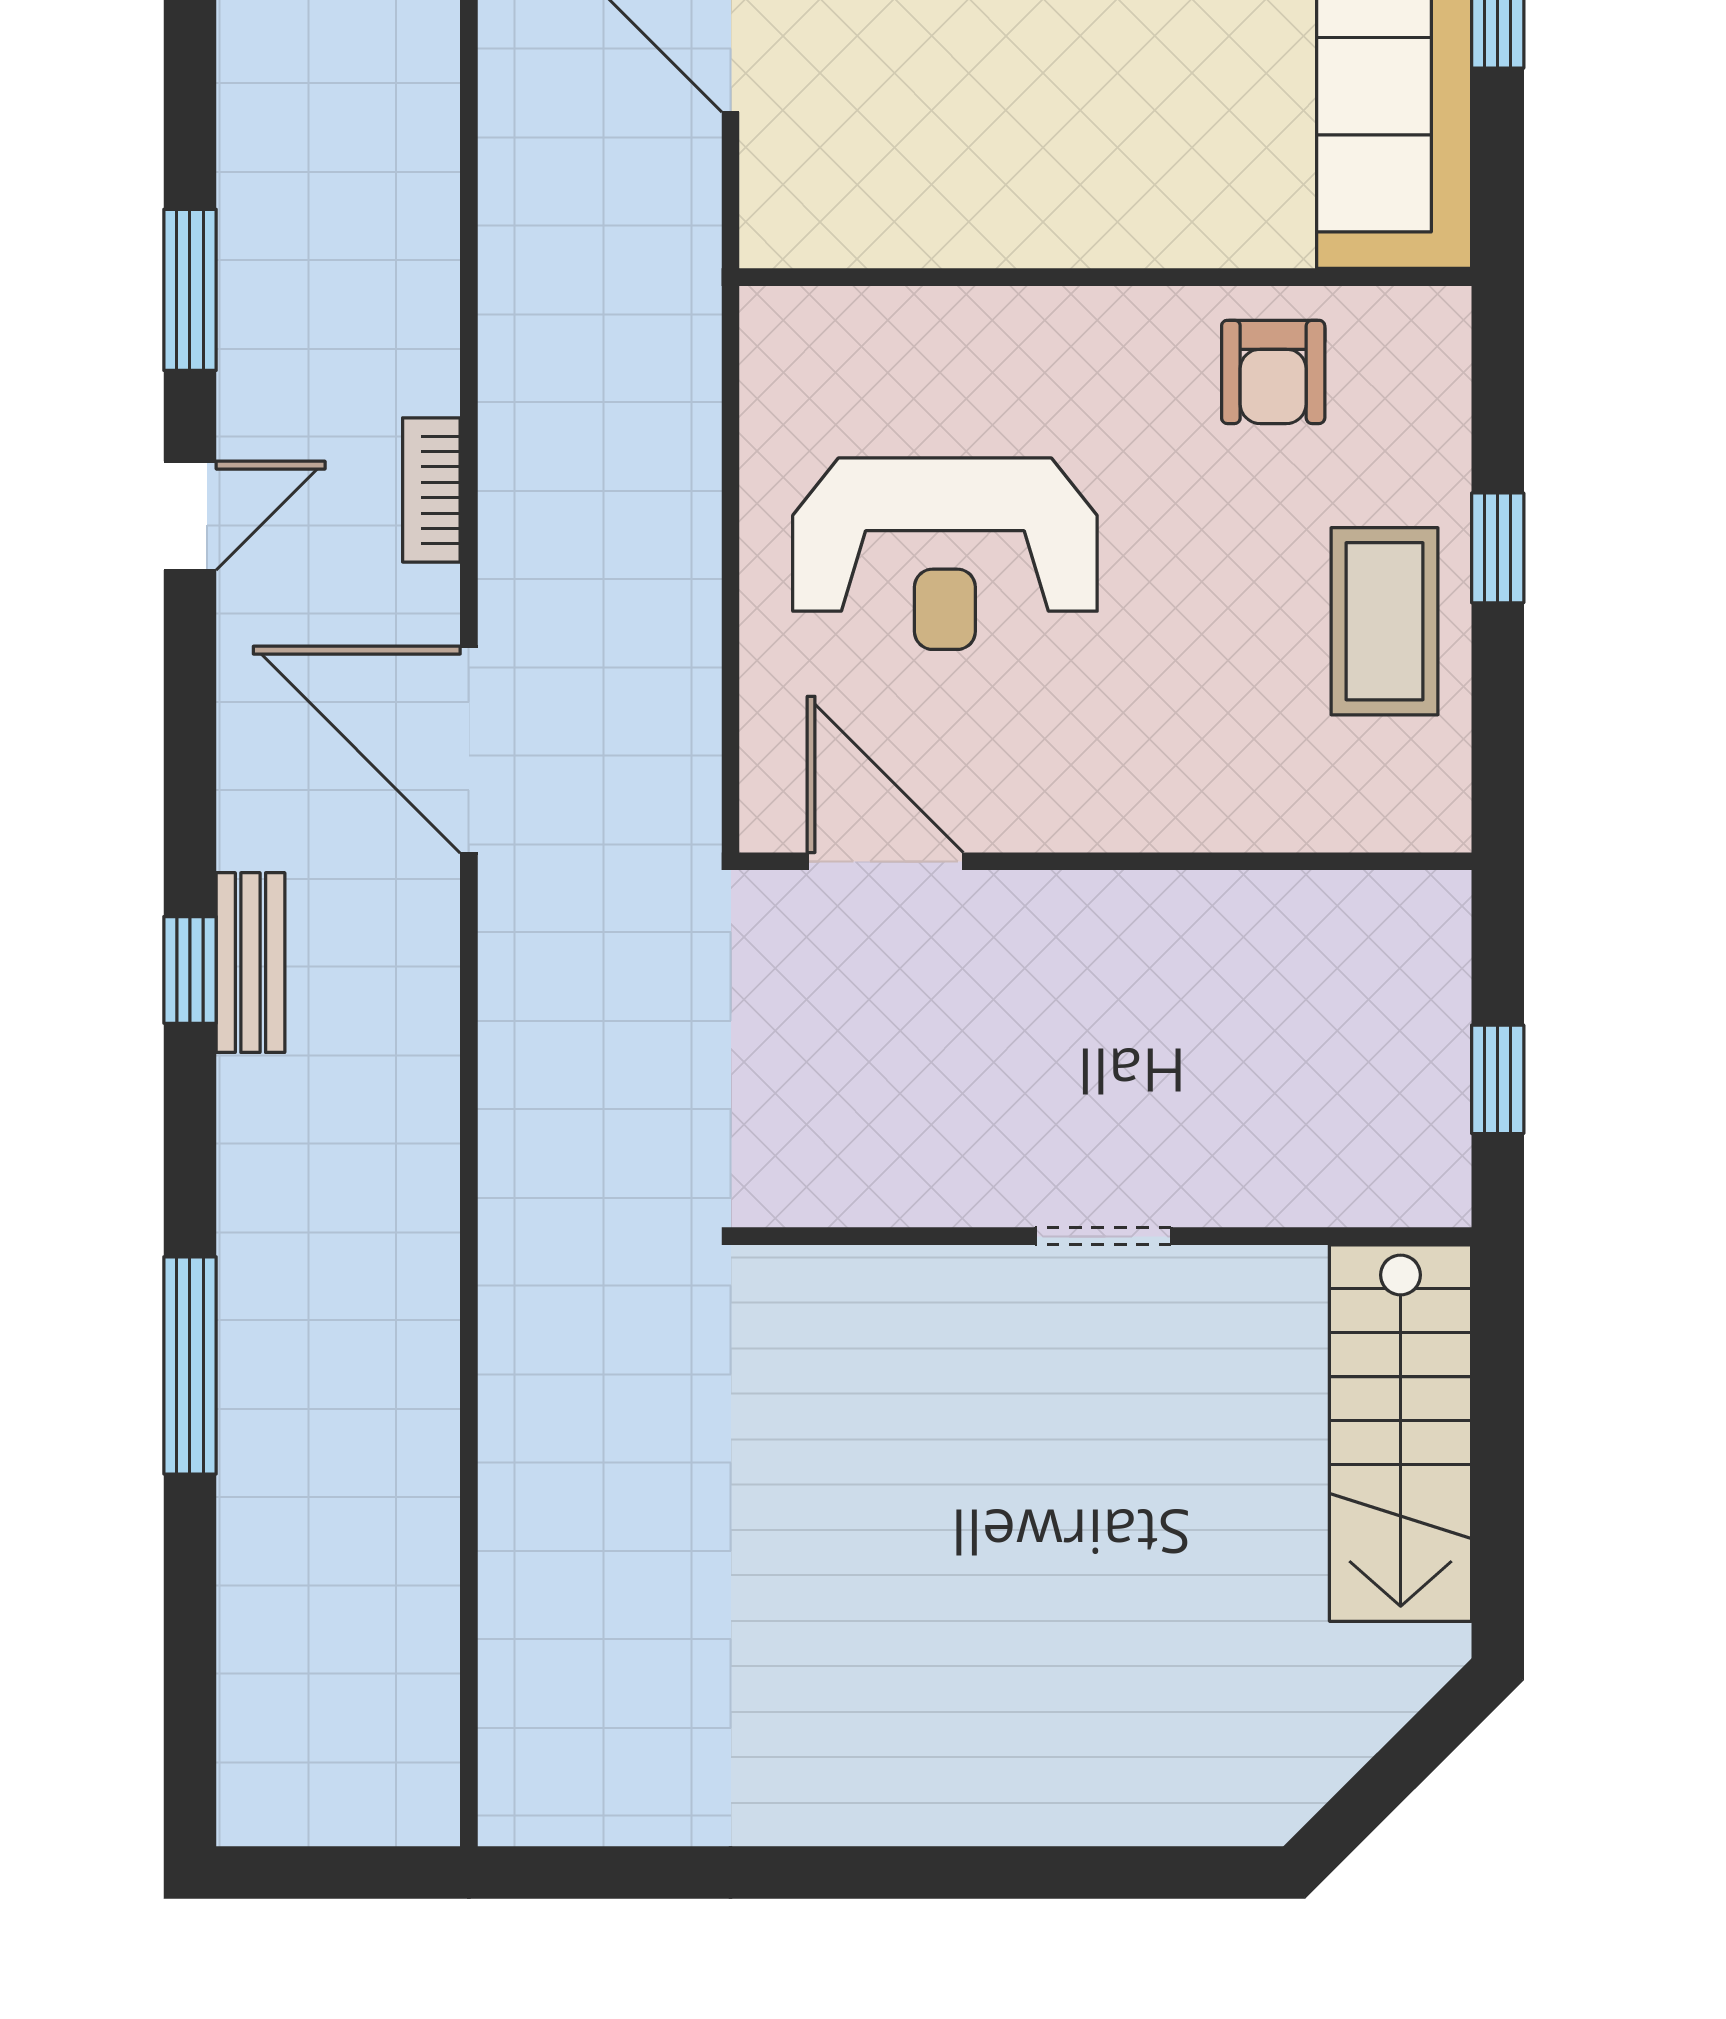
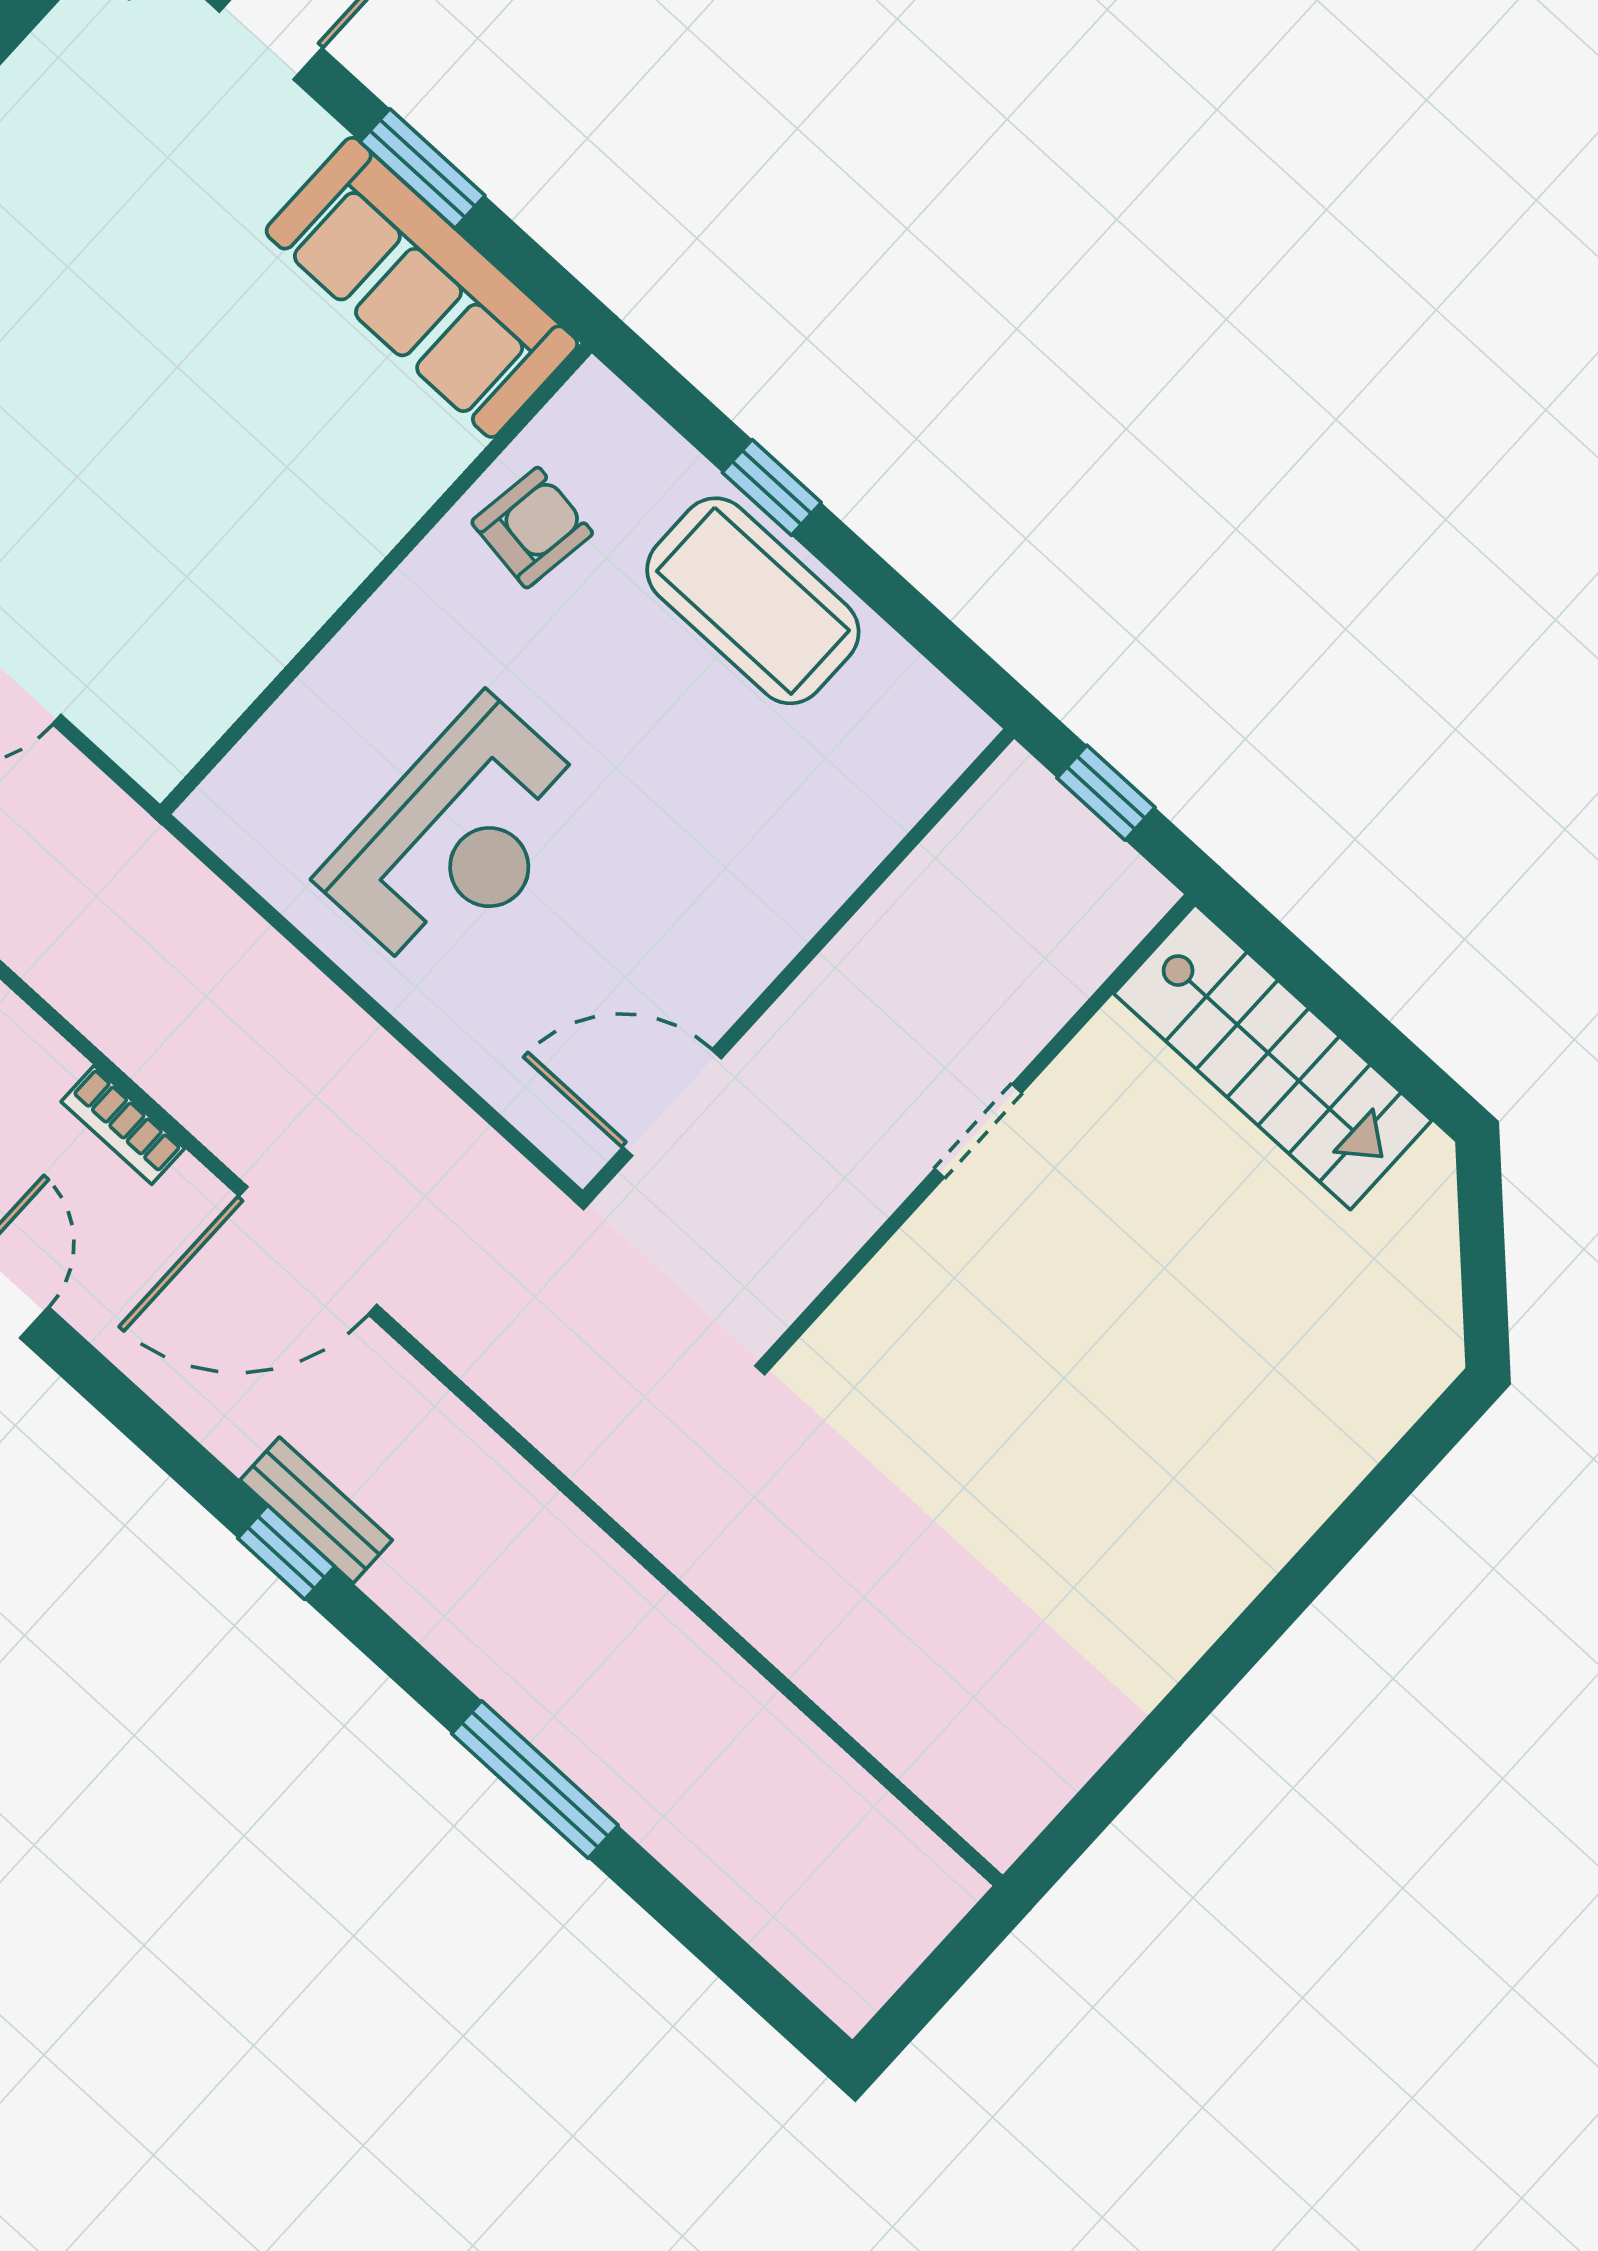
armchair: (1273, 372) -> (532, 528), turned -82
coffee table: (1384, 621) -> (753, 601), width x1.36, depth x1.32
door: (885, 861) -> (672, 1103), moved
wall: (1105, 861) -> (798, 964), moved

